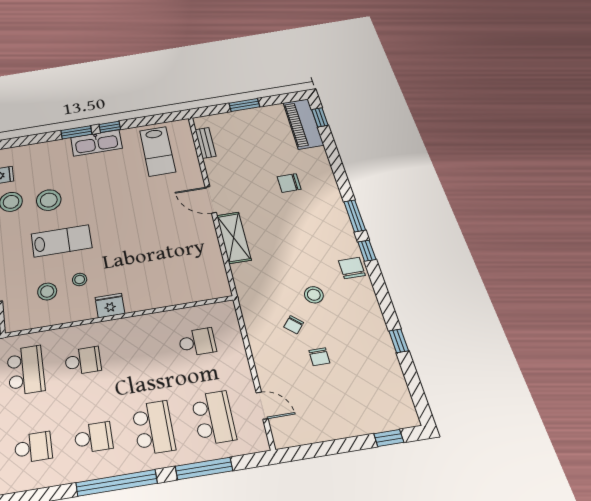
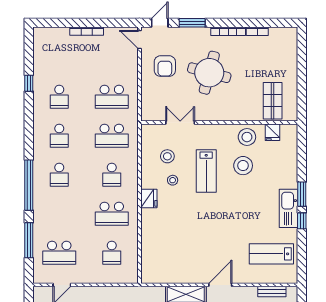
school desk: (153, 428) -> (112, 214), moved

